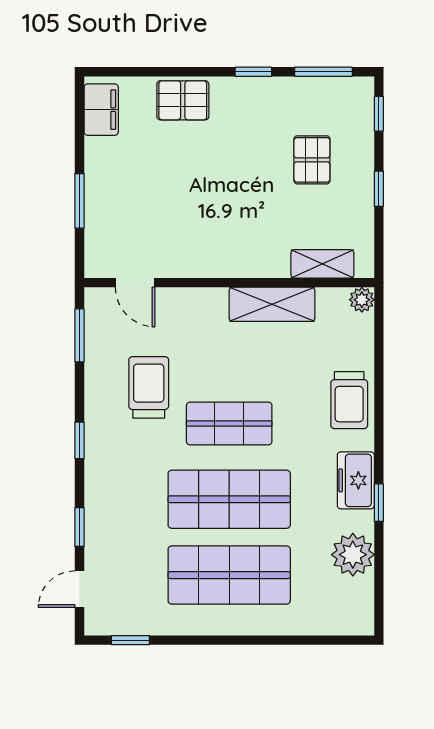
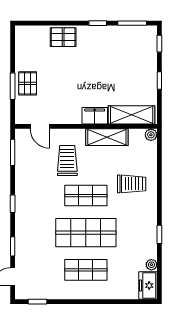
filing cabinet: (101, 110) -> (95, 116), moved, turned -90
pallet: (312, 160) -> (28, 83), moved
shelving: (322, 264) -> (132, 115), width x1.50, depth x1.33
trolley: (149, 387) -> (67, 161), moved
trolley: (349, 400) -> (132, 184), moved, turned -90
freezer: (356, 480) -> (148, 285), moved
plant: (353, 555) -> (151, 265), width x0.53, depth x0.53
shop shelf: (229, 575) -> (86, 270), width x0.70, depth x0.74

